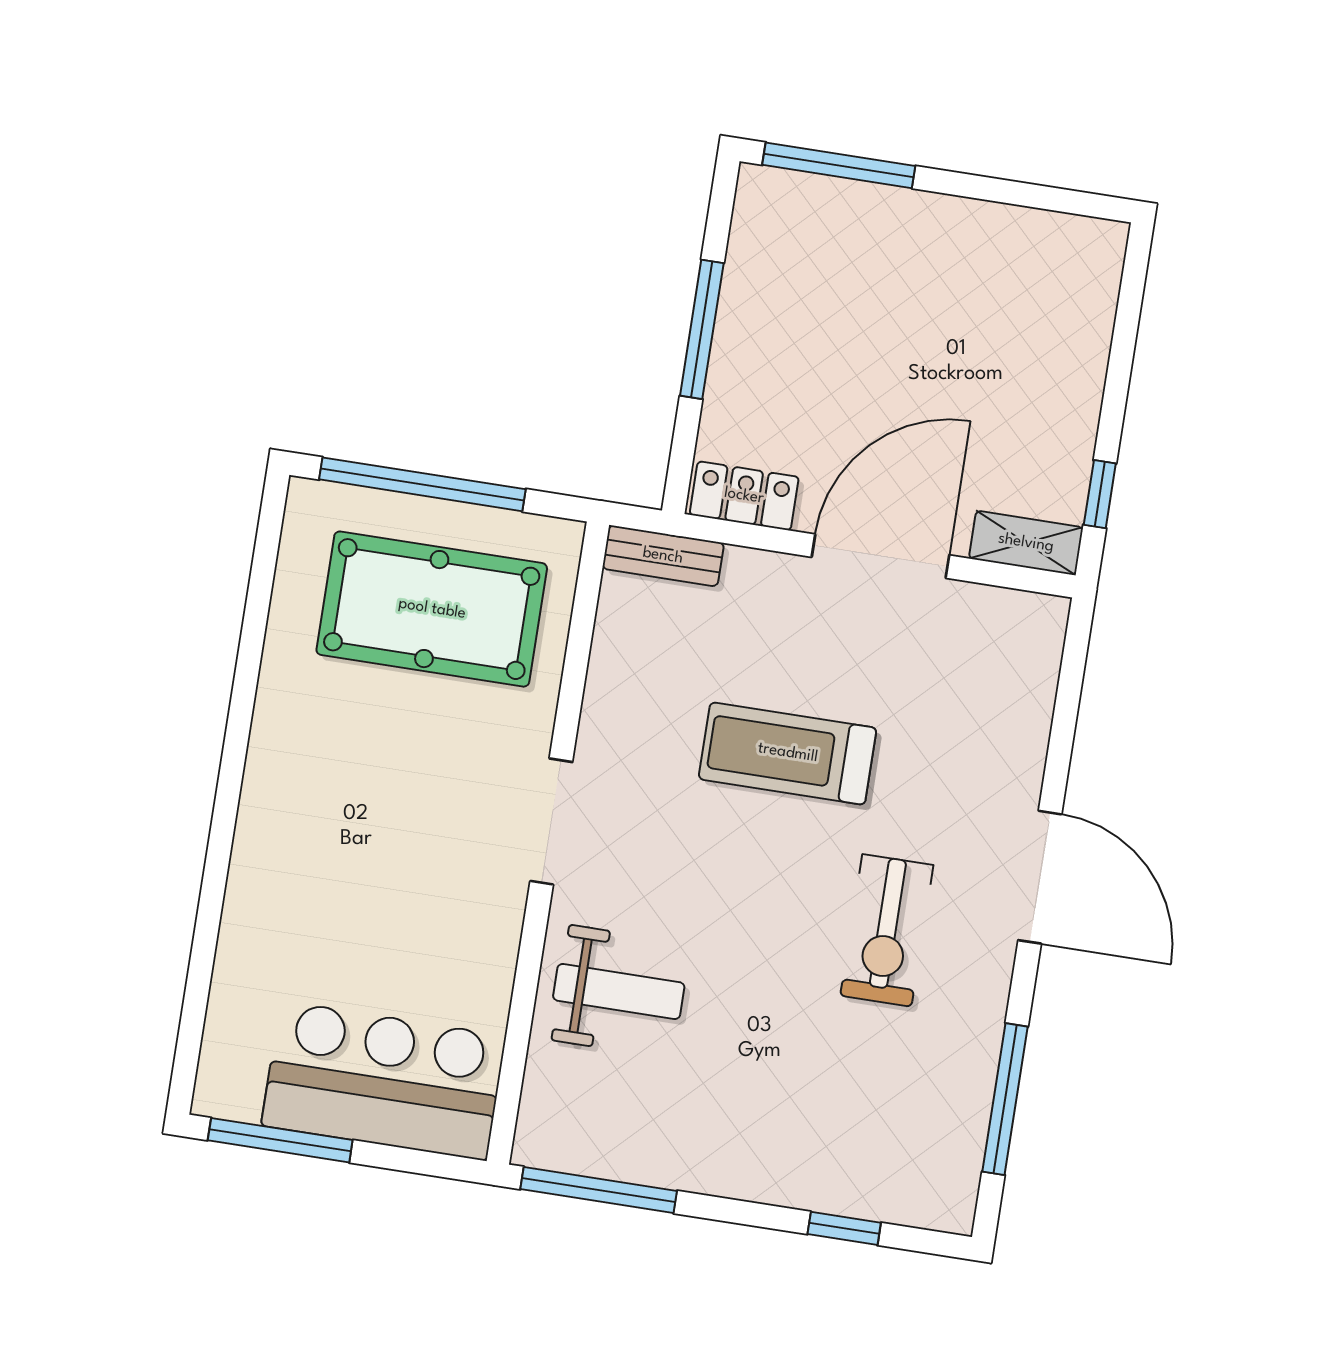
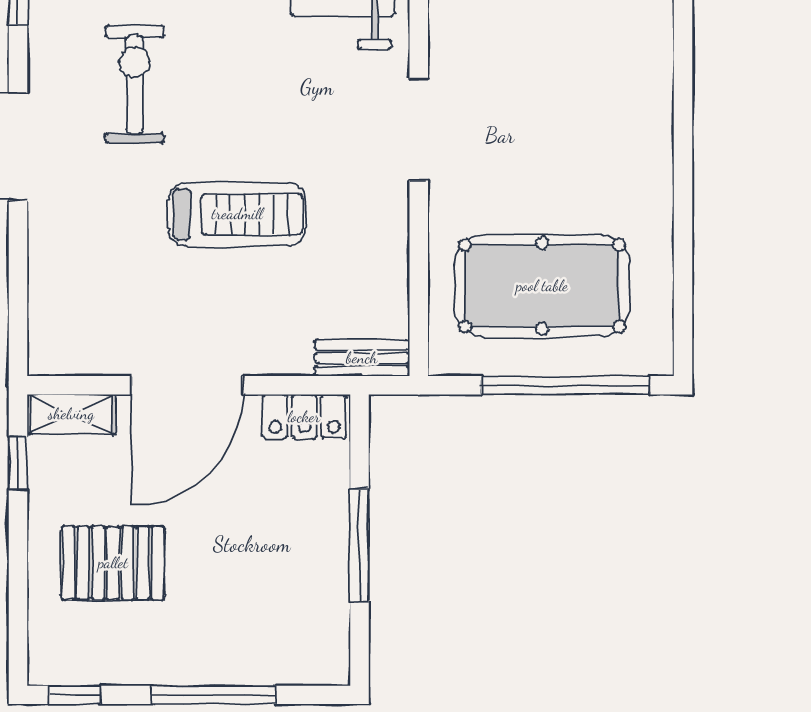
window: (839, 165) -> (214, 695), moved
window: (1075, 202) -> (75, 695), added
pallet: (1004, 355) -> (113, 563), added

